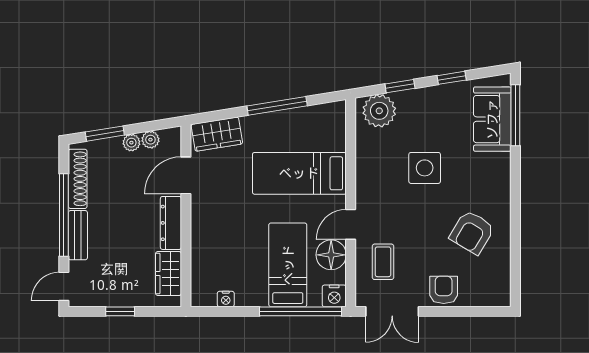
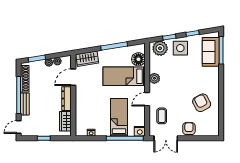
side table: (425, 168) -> (180, 48), moved
plant: (367, 178) -> (154, 78), added
armchair: (472, 232) -> (202, 103), turned 121
floor lamp: (331, 255) -> (138, 59), moved

